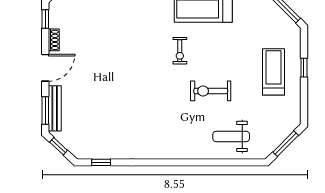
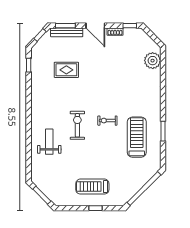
treadmill: (273, 72) -> (92, 187), turned 180
exercise bike: (211, 91) -> (77, 125), moved
rug: (108, 109) -> (66, 70), added
weight bench: (231, 136) -> (49, 142), moved

